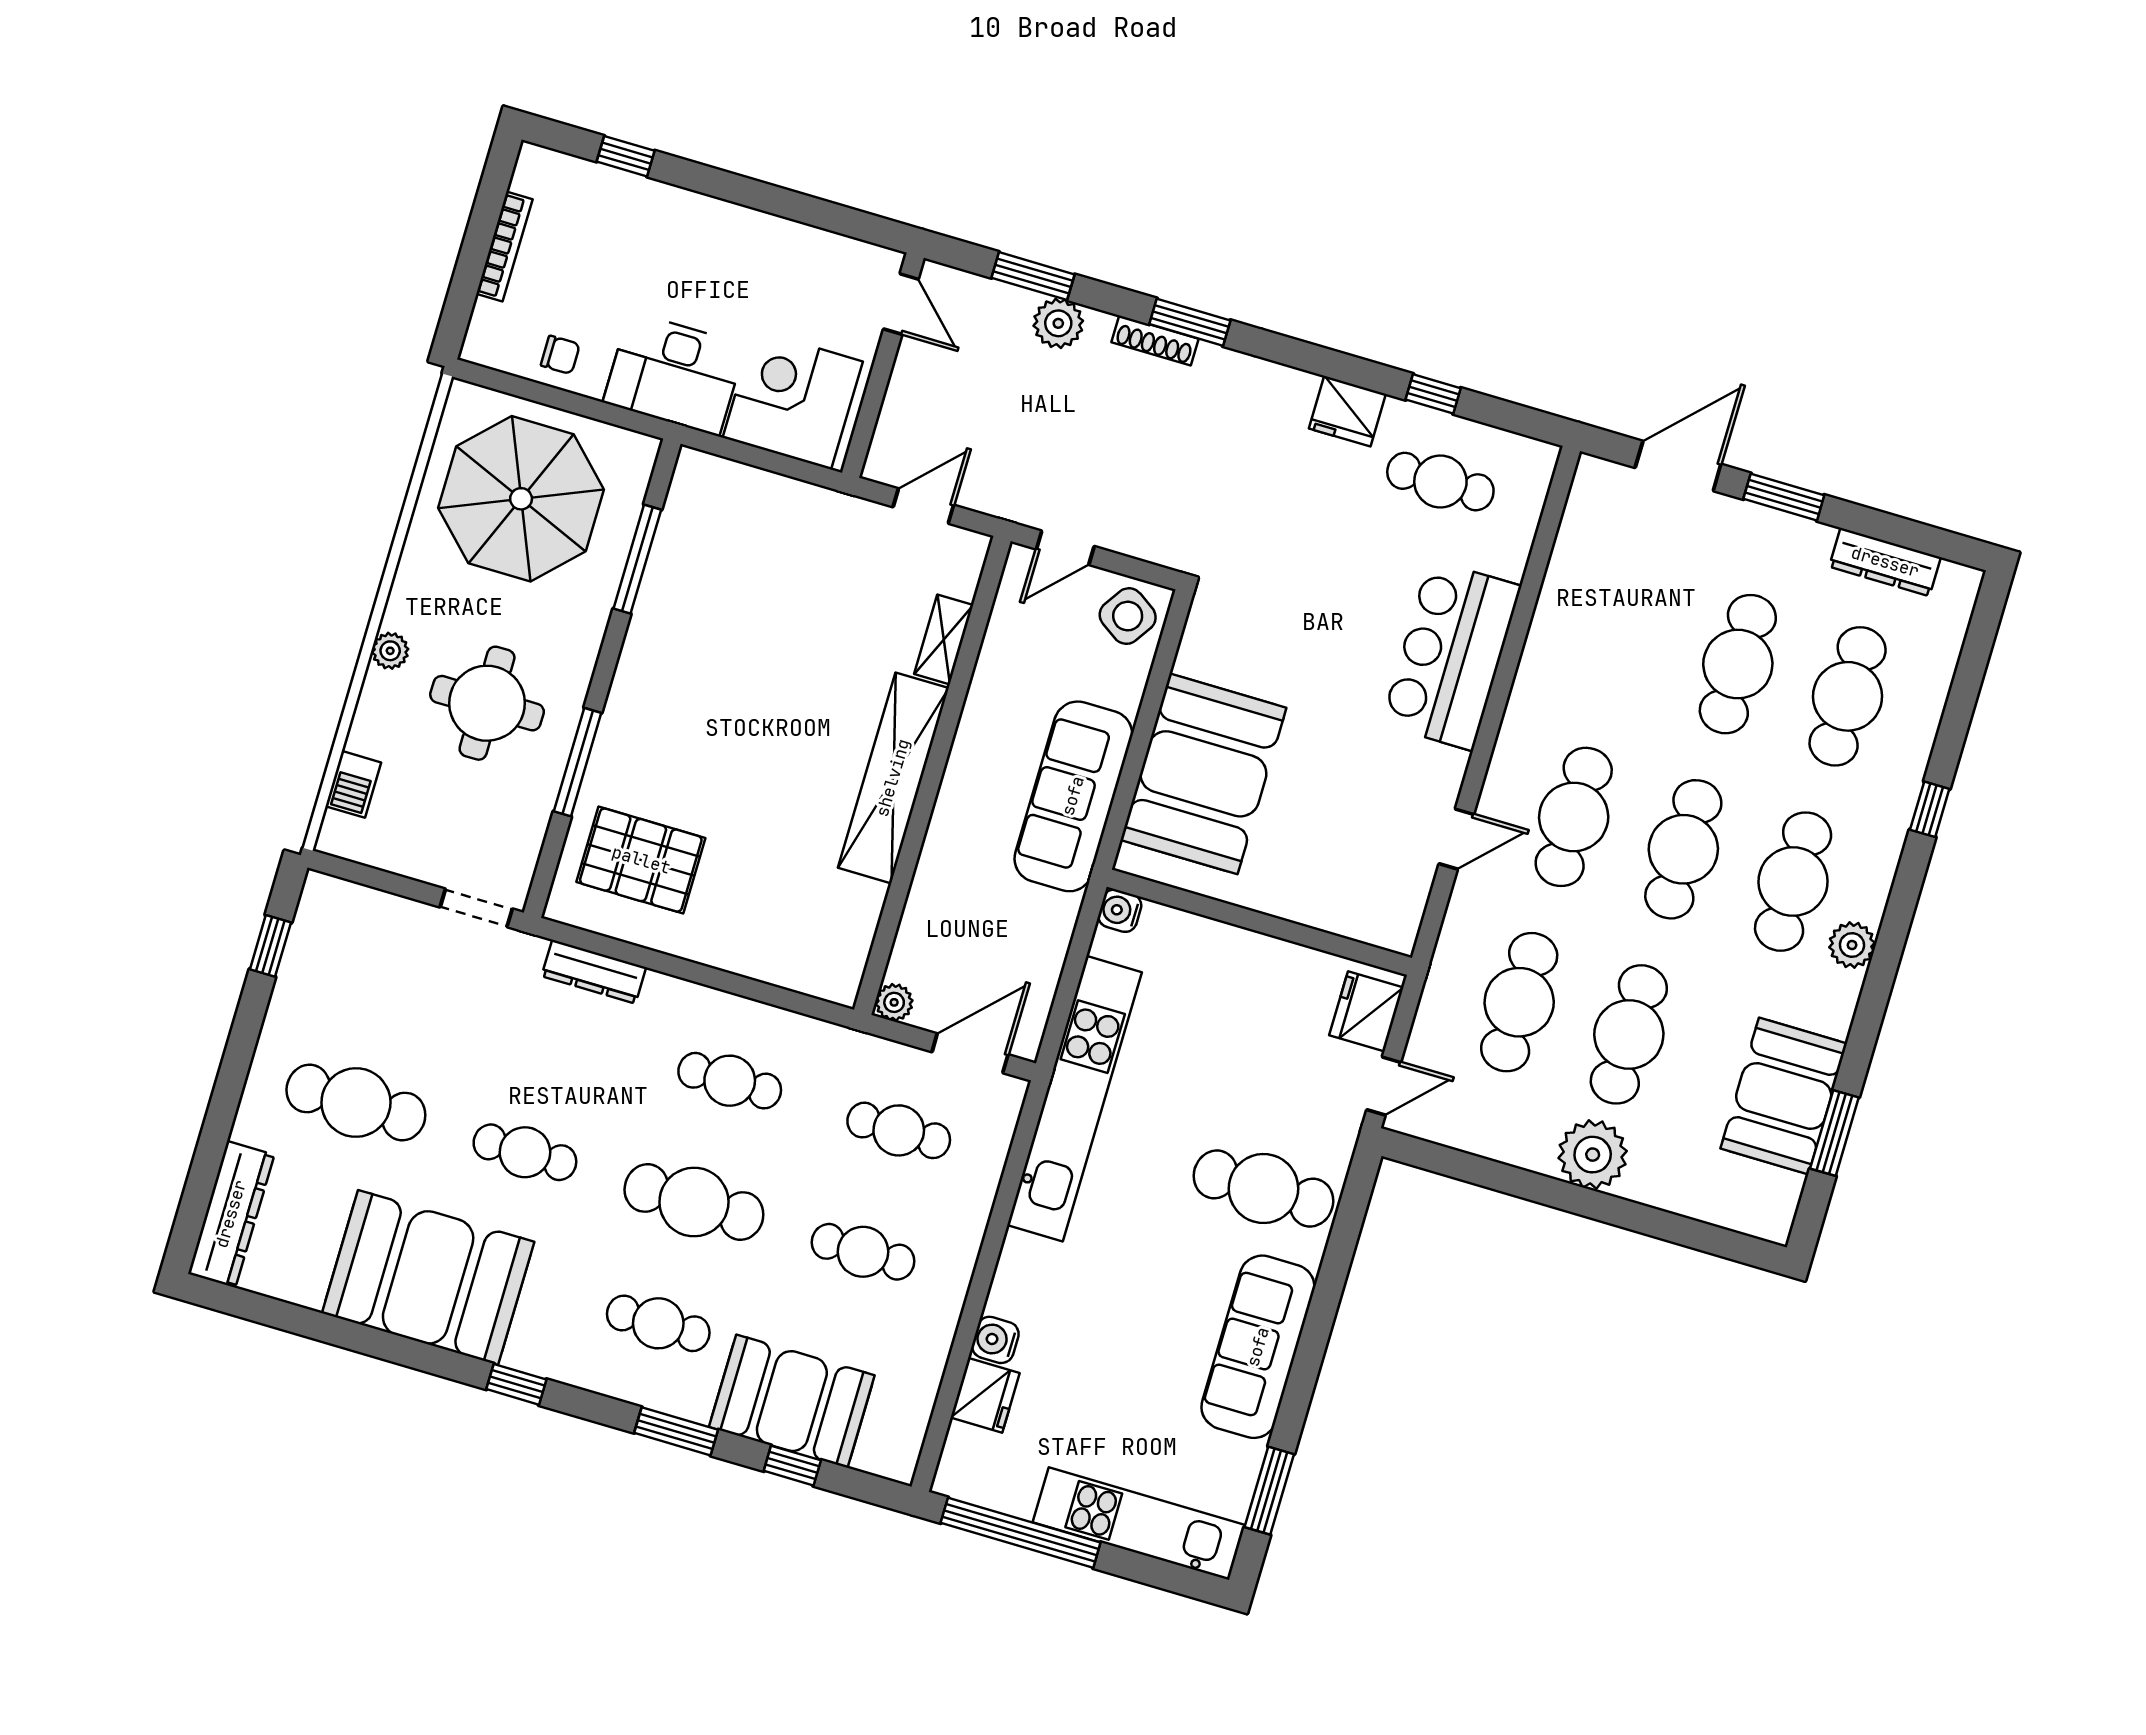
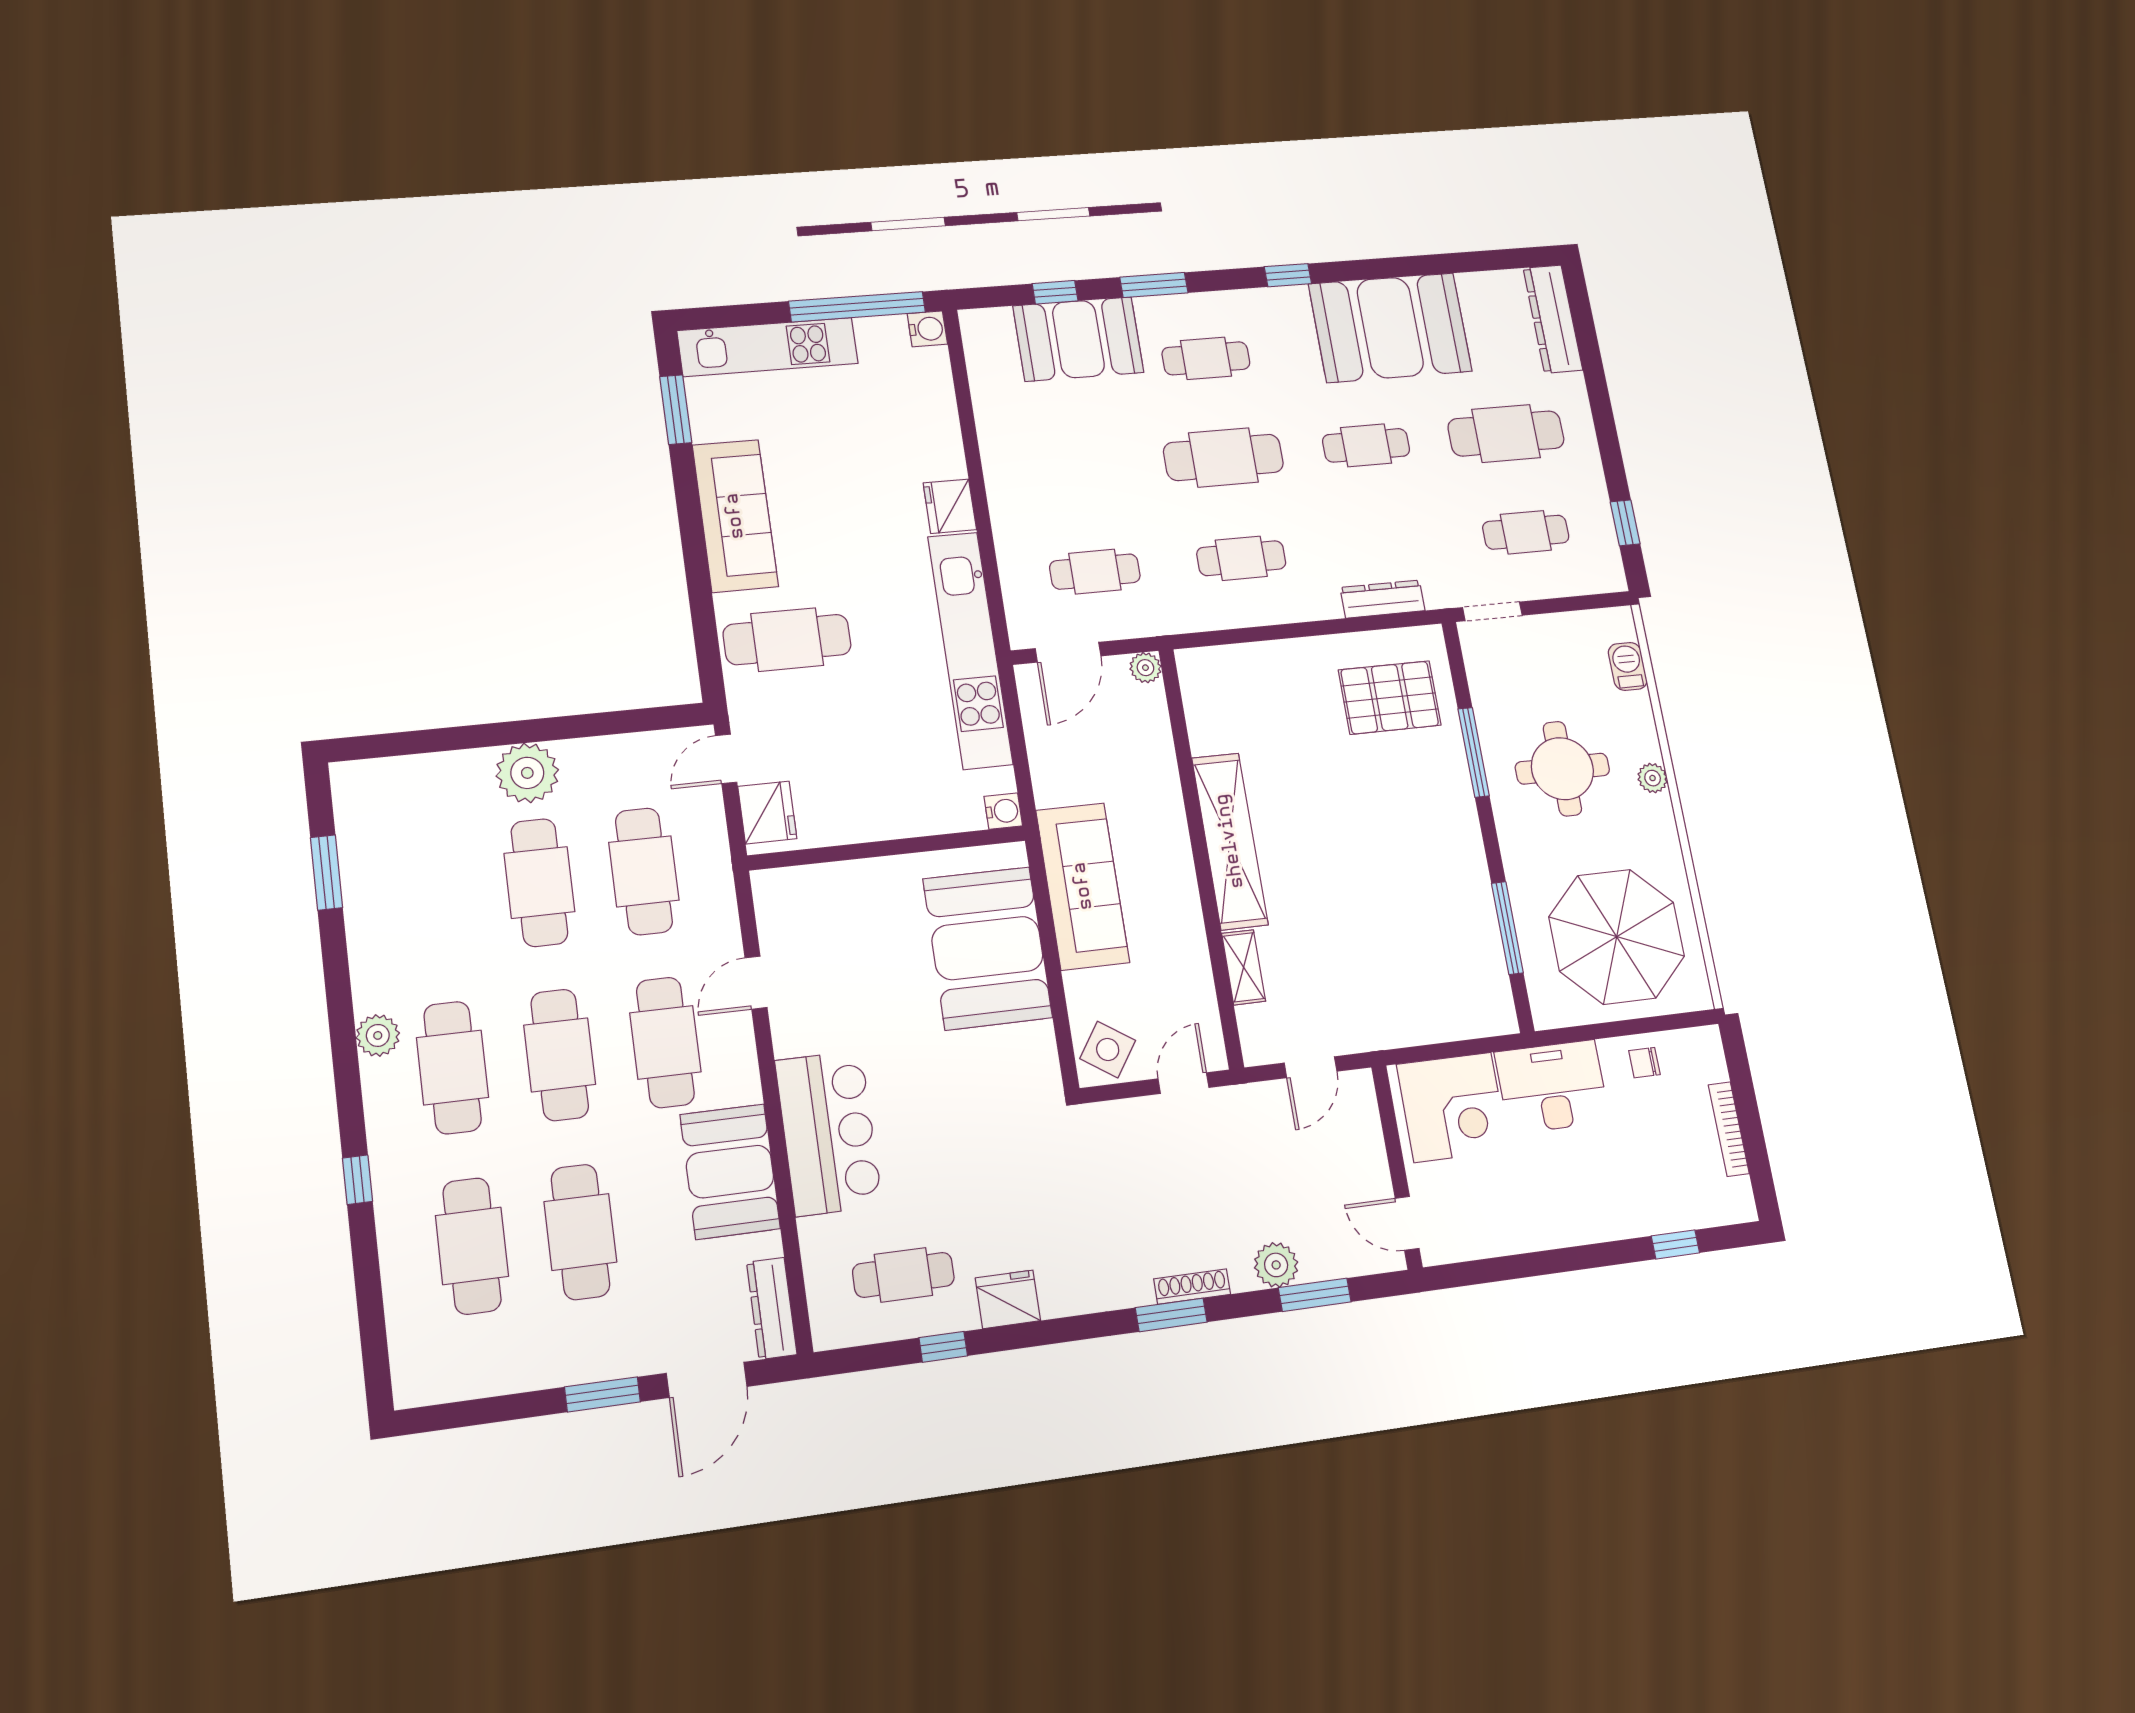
dresser: (1885, 562) -> (772, 1308), moved, turned -90
booth: (1784, 1096) -> (730, 1172), moved
cafe table: (863, 1252) -> (1526, 532), moved
water cooler: (995, 1340) -> (927, 329), moved
fridge: (985, 1395) -> (950, 506), moved

